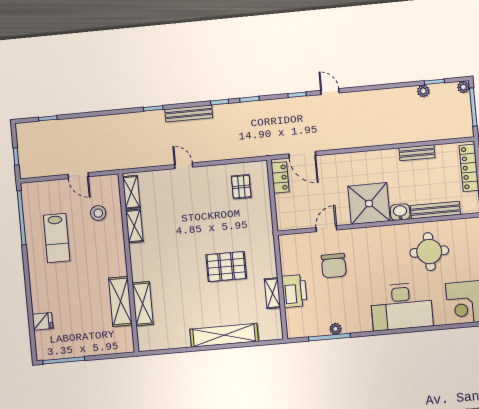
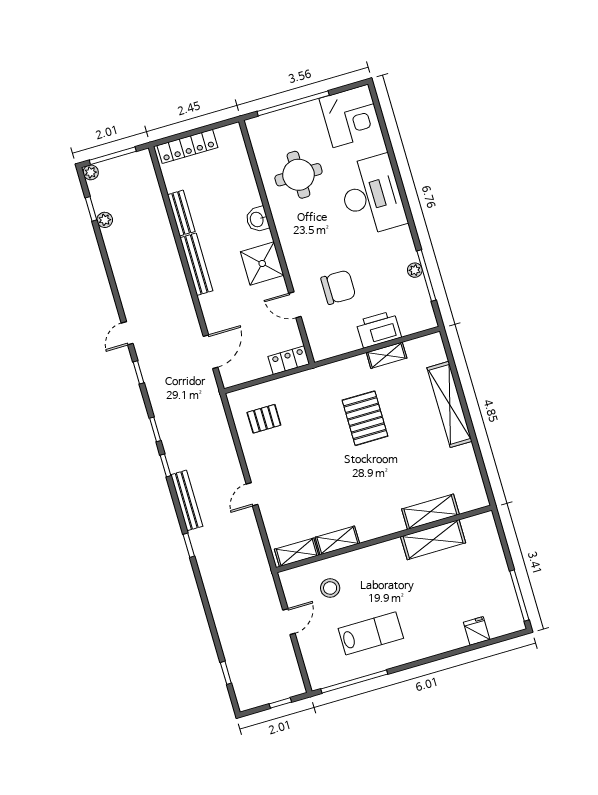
locker: (280, 177) -> (289, 360), moved
shower: (369, 204) -> (262, 264), width x0.73, depth x0.73
bench: (435, 210) -> (196, 264), moved

